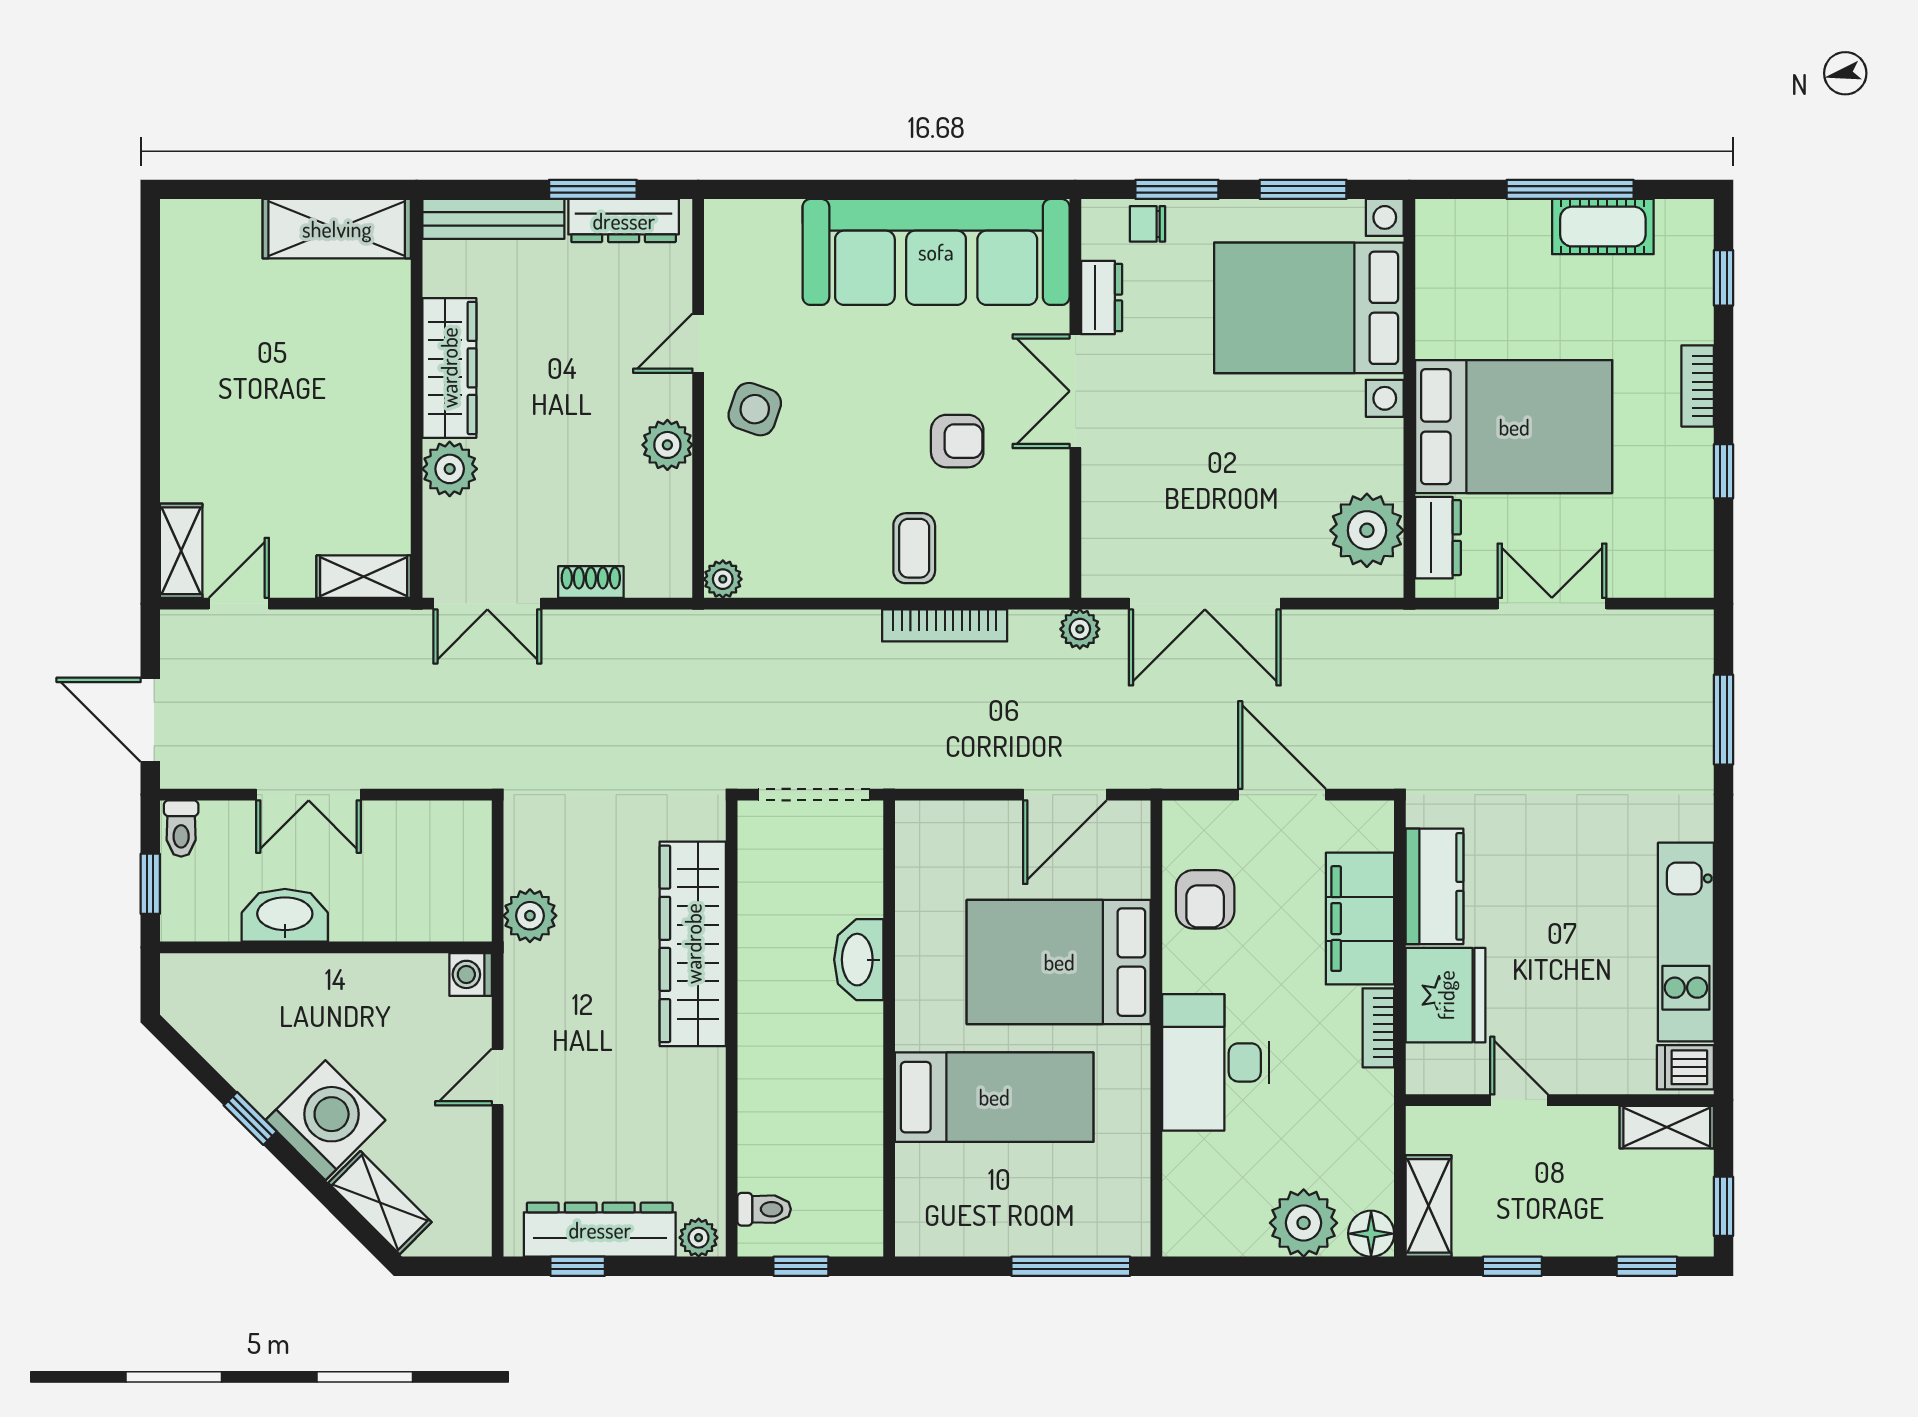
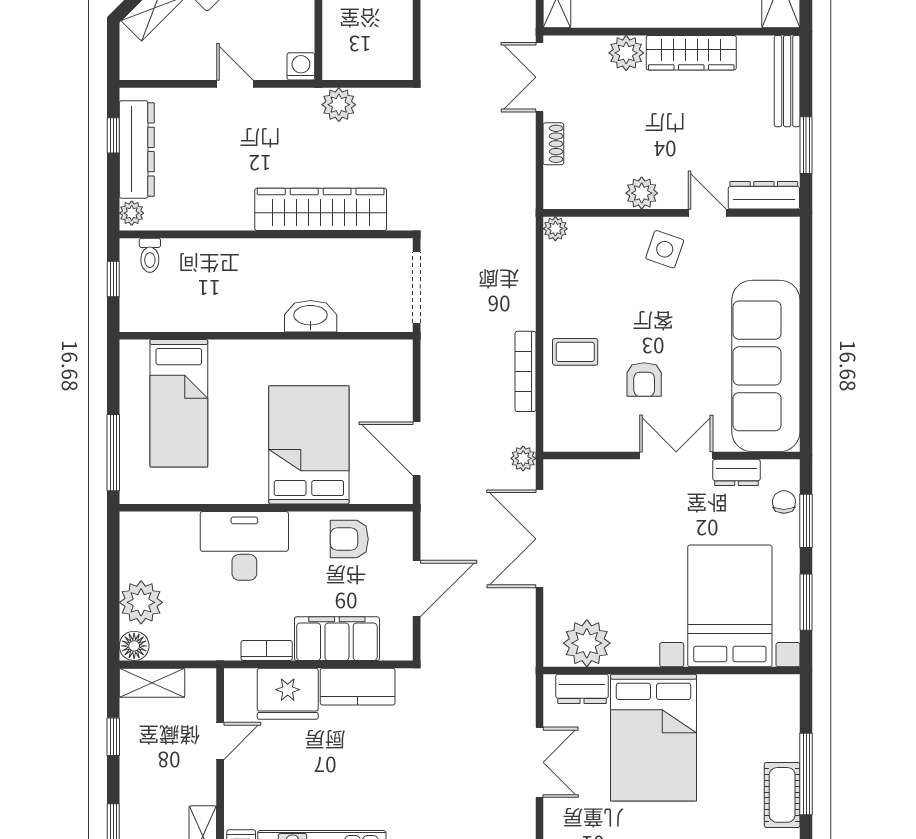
dresser: (624, 221) -> (764, 195), moved, turned 90
bed: (994, 1097) -> (179, 403), moved

